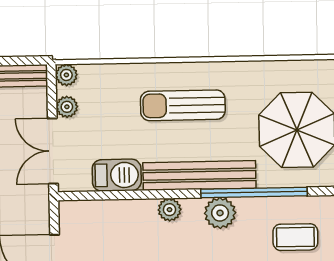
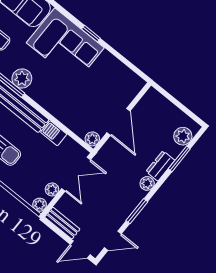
barbecue: (117, 175) -> (54, 133), width x0.73, depth x0.79
plant: (170, 210) -> (92, 139), moved

